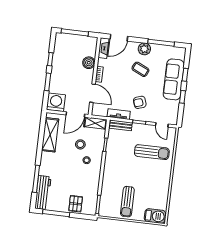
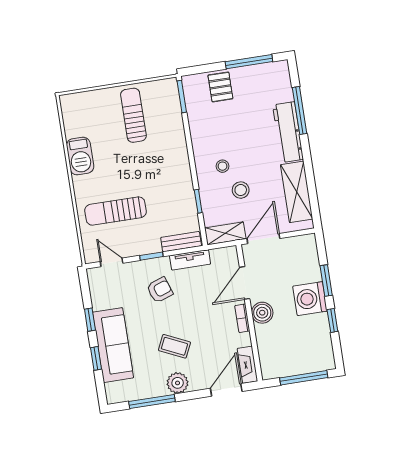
boiler: (89, 63) -> (262, 313), moved
door: (92, 93) -> (245, 283), hinge flipped
washing machine: (56, 102) -> (310, 299), moved, turned 90
workbench: (43, 193) -> (288, 132), moved
barbecue: (155, 216) -> (80, 156), moved, turned -90

